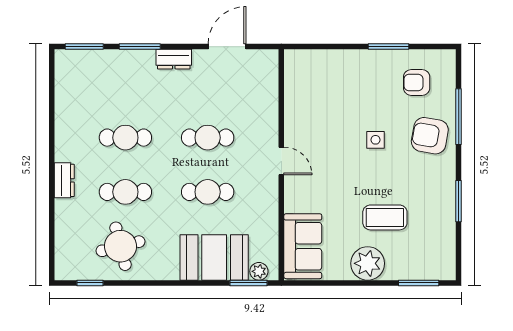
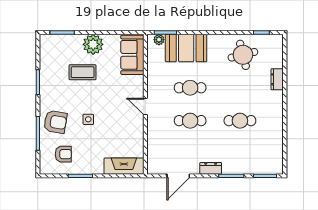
fireplace: (317, 63) -> (124, 166), added
dresser: (64, 180) -> (277, 79), moved
cafe table: (125, 192) -> (240, 88), removed

